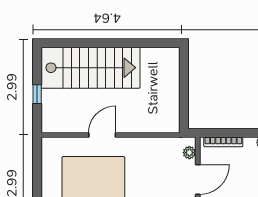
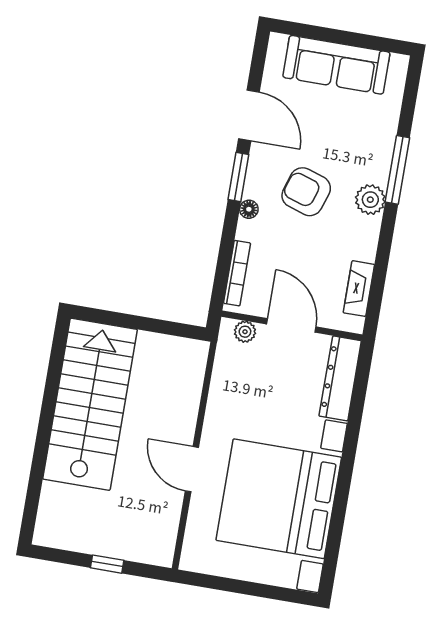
stairs: (90, 68) -> (90, 404), moved

